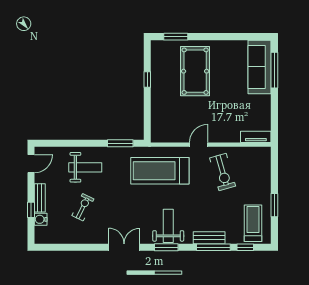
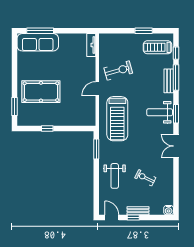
door: (199, 145) -> (97, 89), hinge flipped
weight bench: (85, 167) -> (115, 176), turned 180
window: (31, 210) -> (133, 218), moved
water cooler: (41, 219) -> (169, 210), moved

